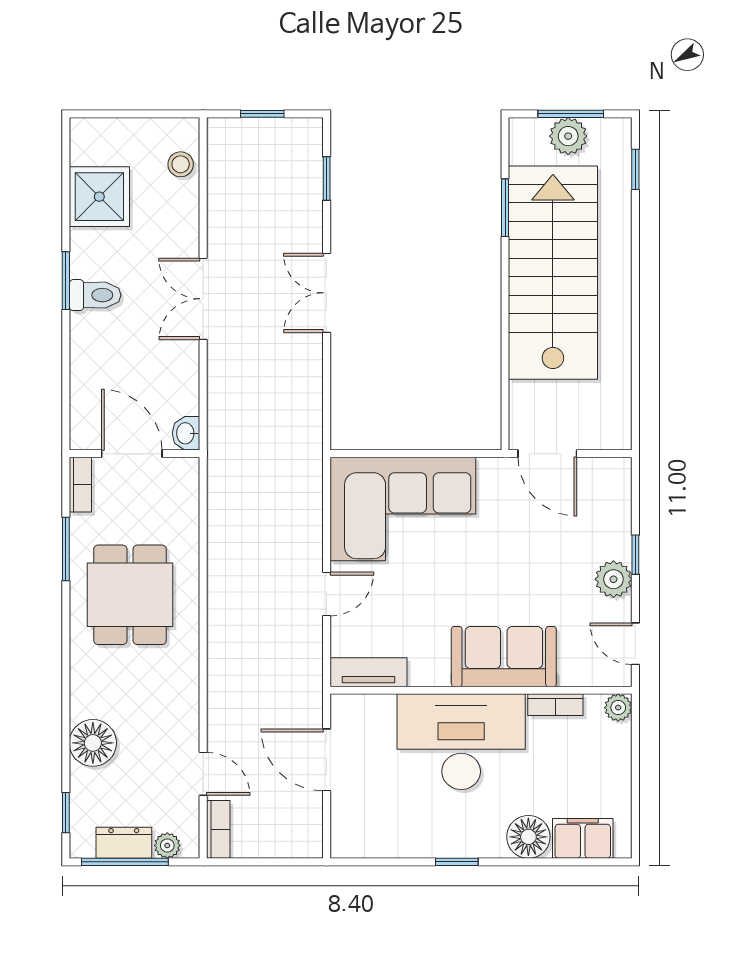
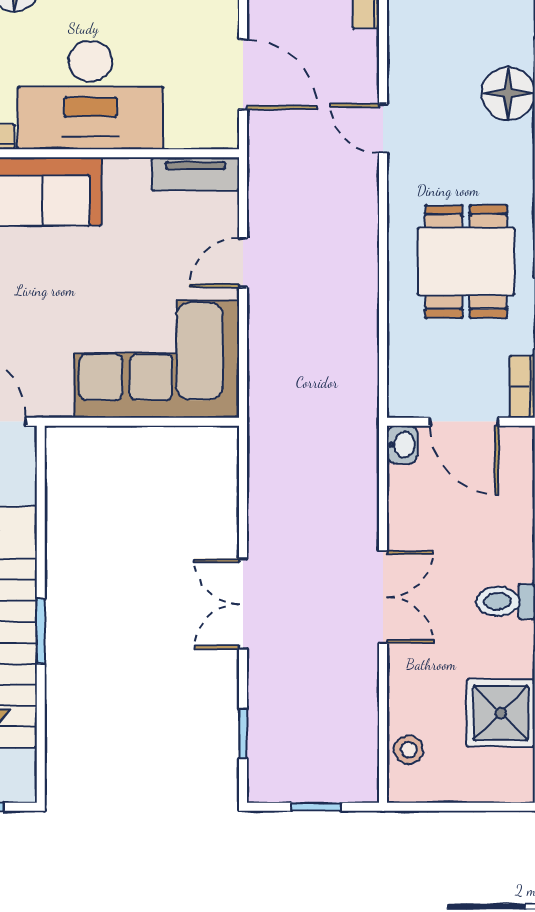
window: (505, 208) -> (41, 631), moved
double door: (327, 293) -> (243, 604), swing flipped
door: (203, 774) -> (383, 128), moved

